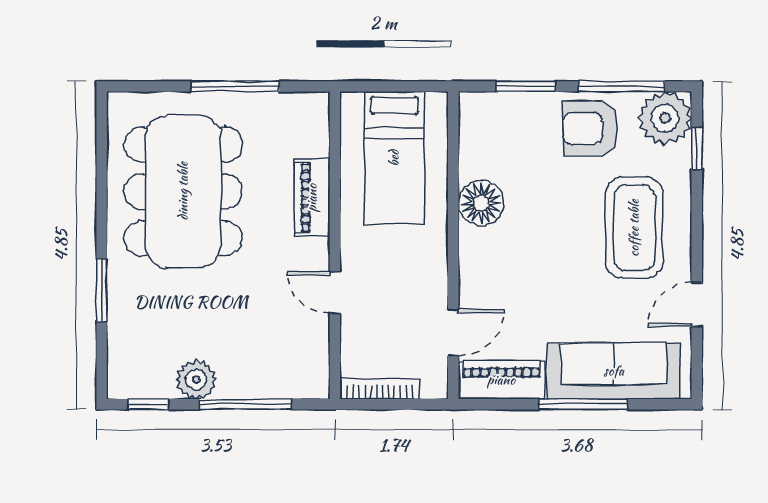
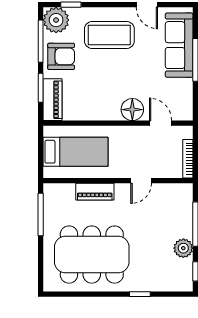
window: (235, 86) -> (41, 214), moved
armchair: (590, 128) -> (61, 56), turned -90
floor lamp: (481, 203) -> (132, 110), moved
window: (102, 290) -> (140, 294), width x0.67
piano: (501, 380) -> (53, 100), moved, turned 180

